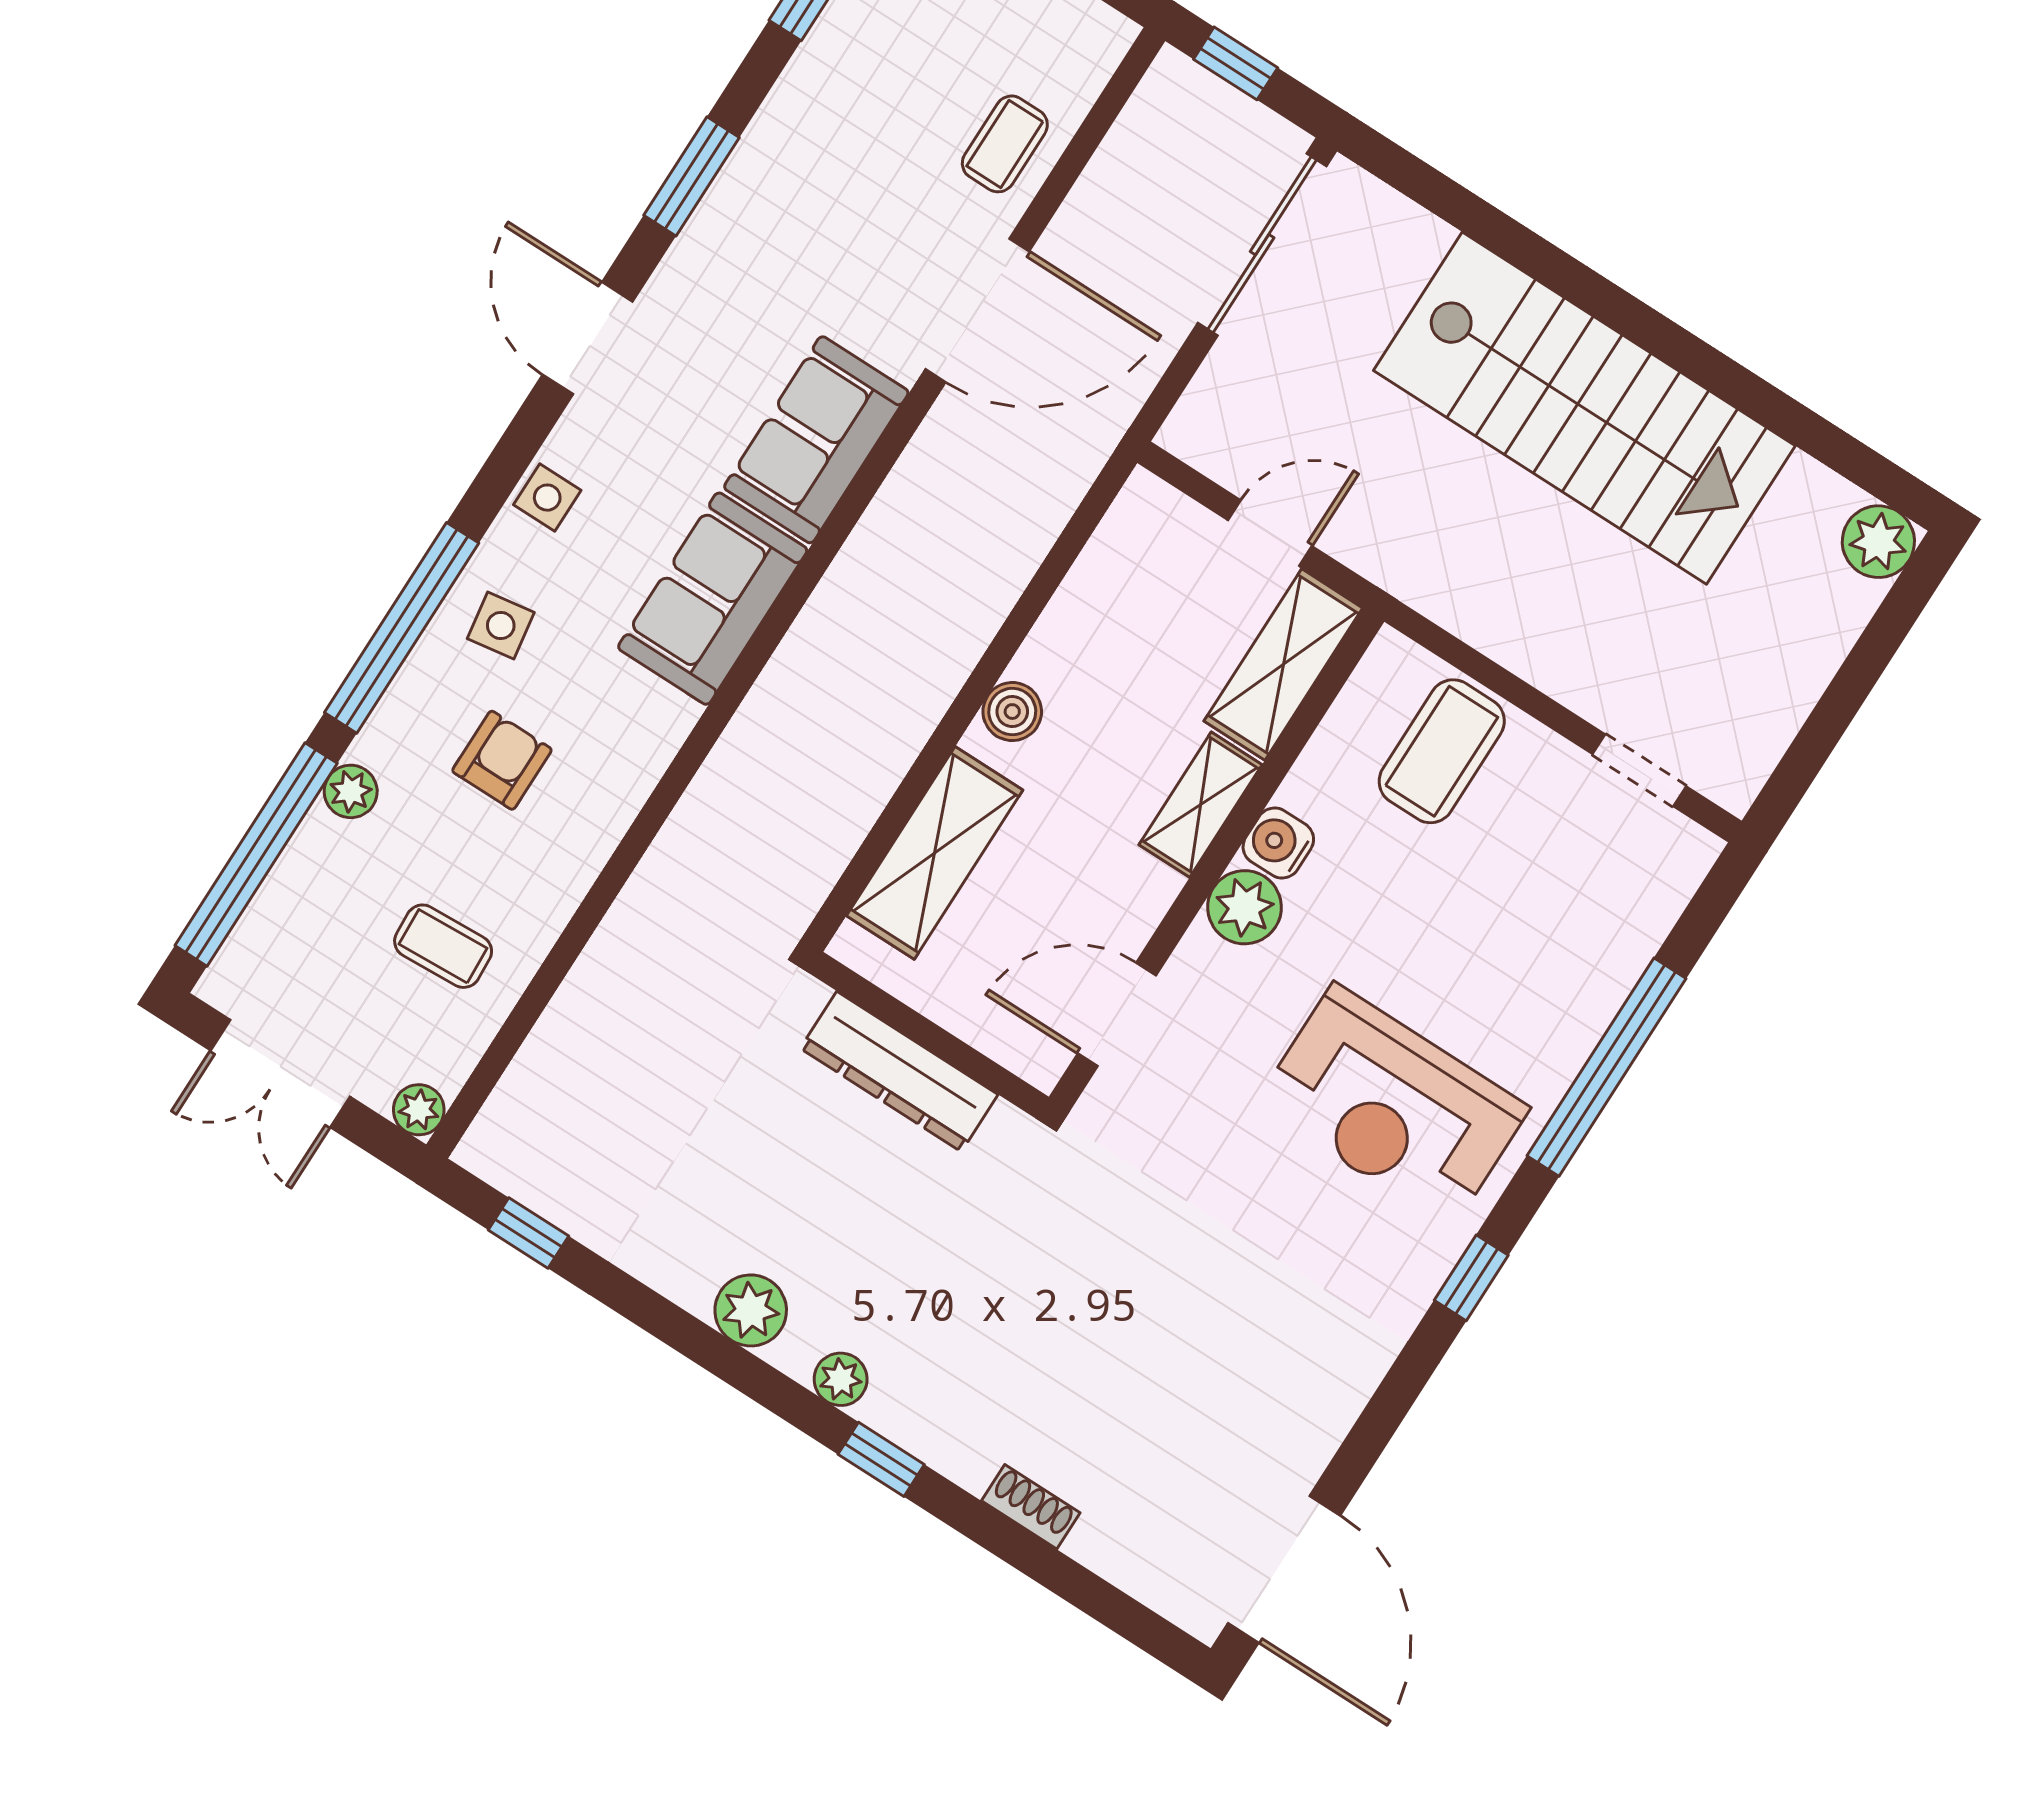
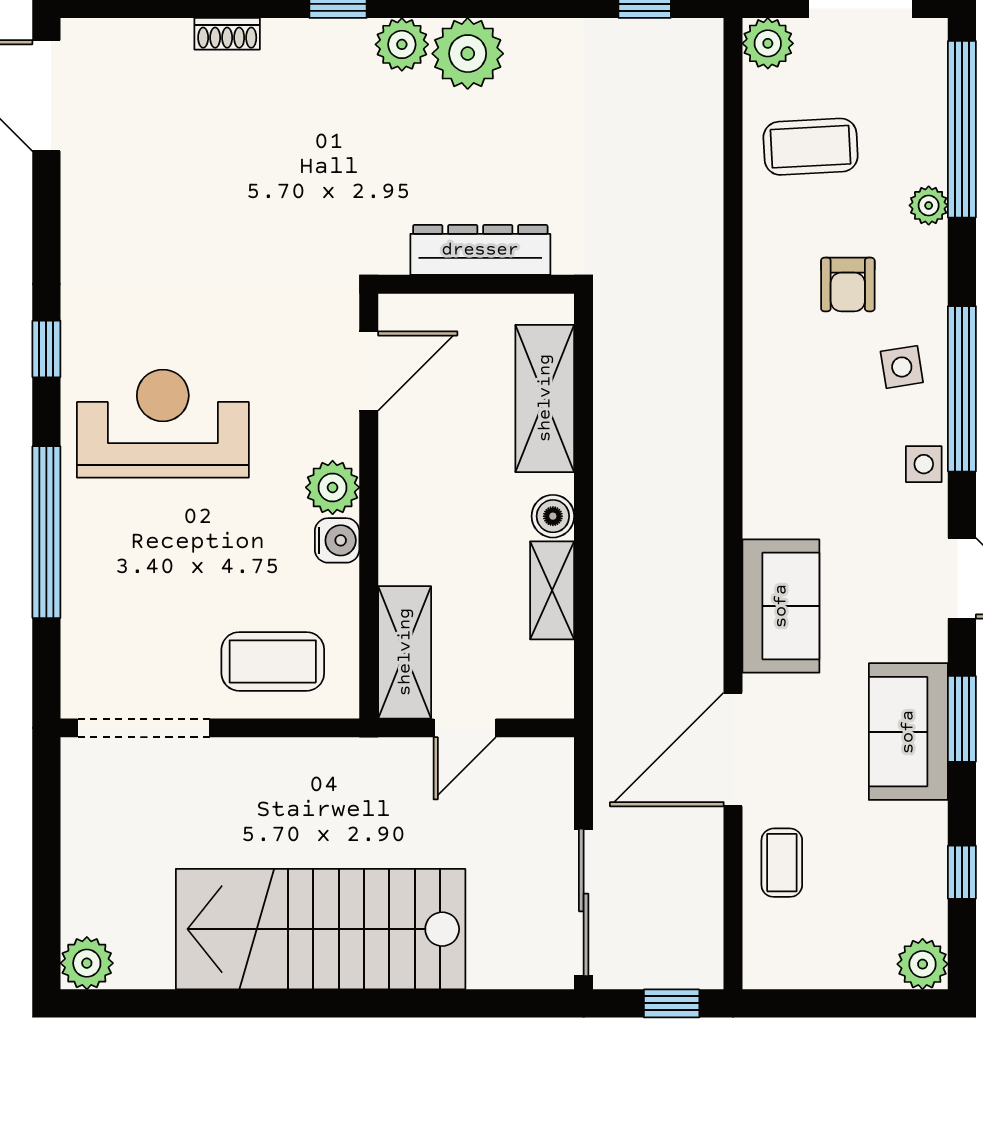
sofa: (713, 599) -> (908, 732), moved, turned 180
window: (402, 628) -> (962, 389), moved
coffee table: (1442, 751) -> (273, 661), turned 90
doorway: (1639, 770) -> (144, 728), width x1.88
shelving: (1200, 805) -> (552, 590), moved
coffee table: (443, 946) -> (811, 147), width x1.36, depth x1.30
plant: (419, 1110) -> (768, 43), width x1.38, depth x1.38
plant: (751, 1310) -> (468, 54), width x1.36, depth x1.36
plant: (841, 1379) -> (402, 44), width x1.38, depth x1.38

